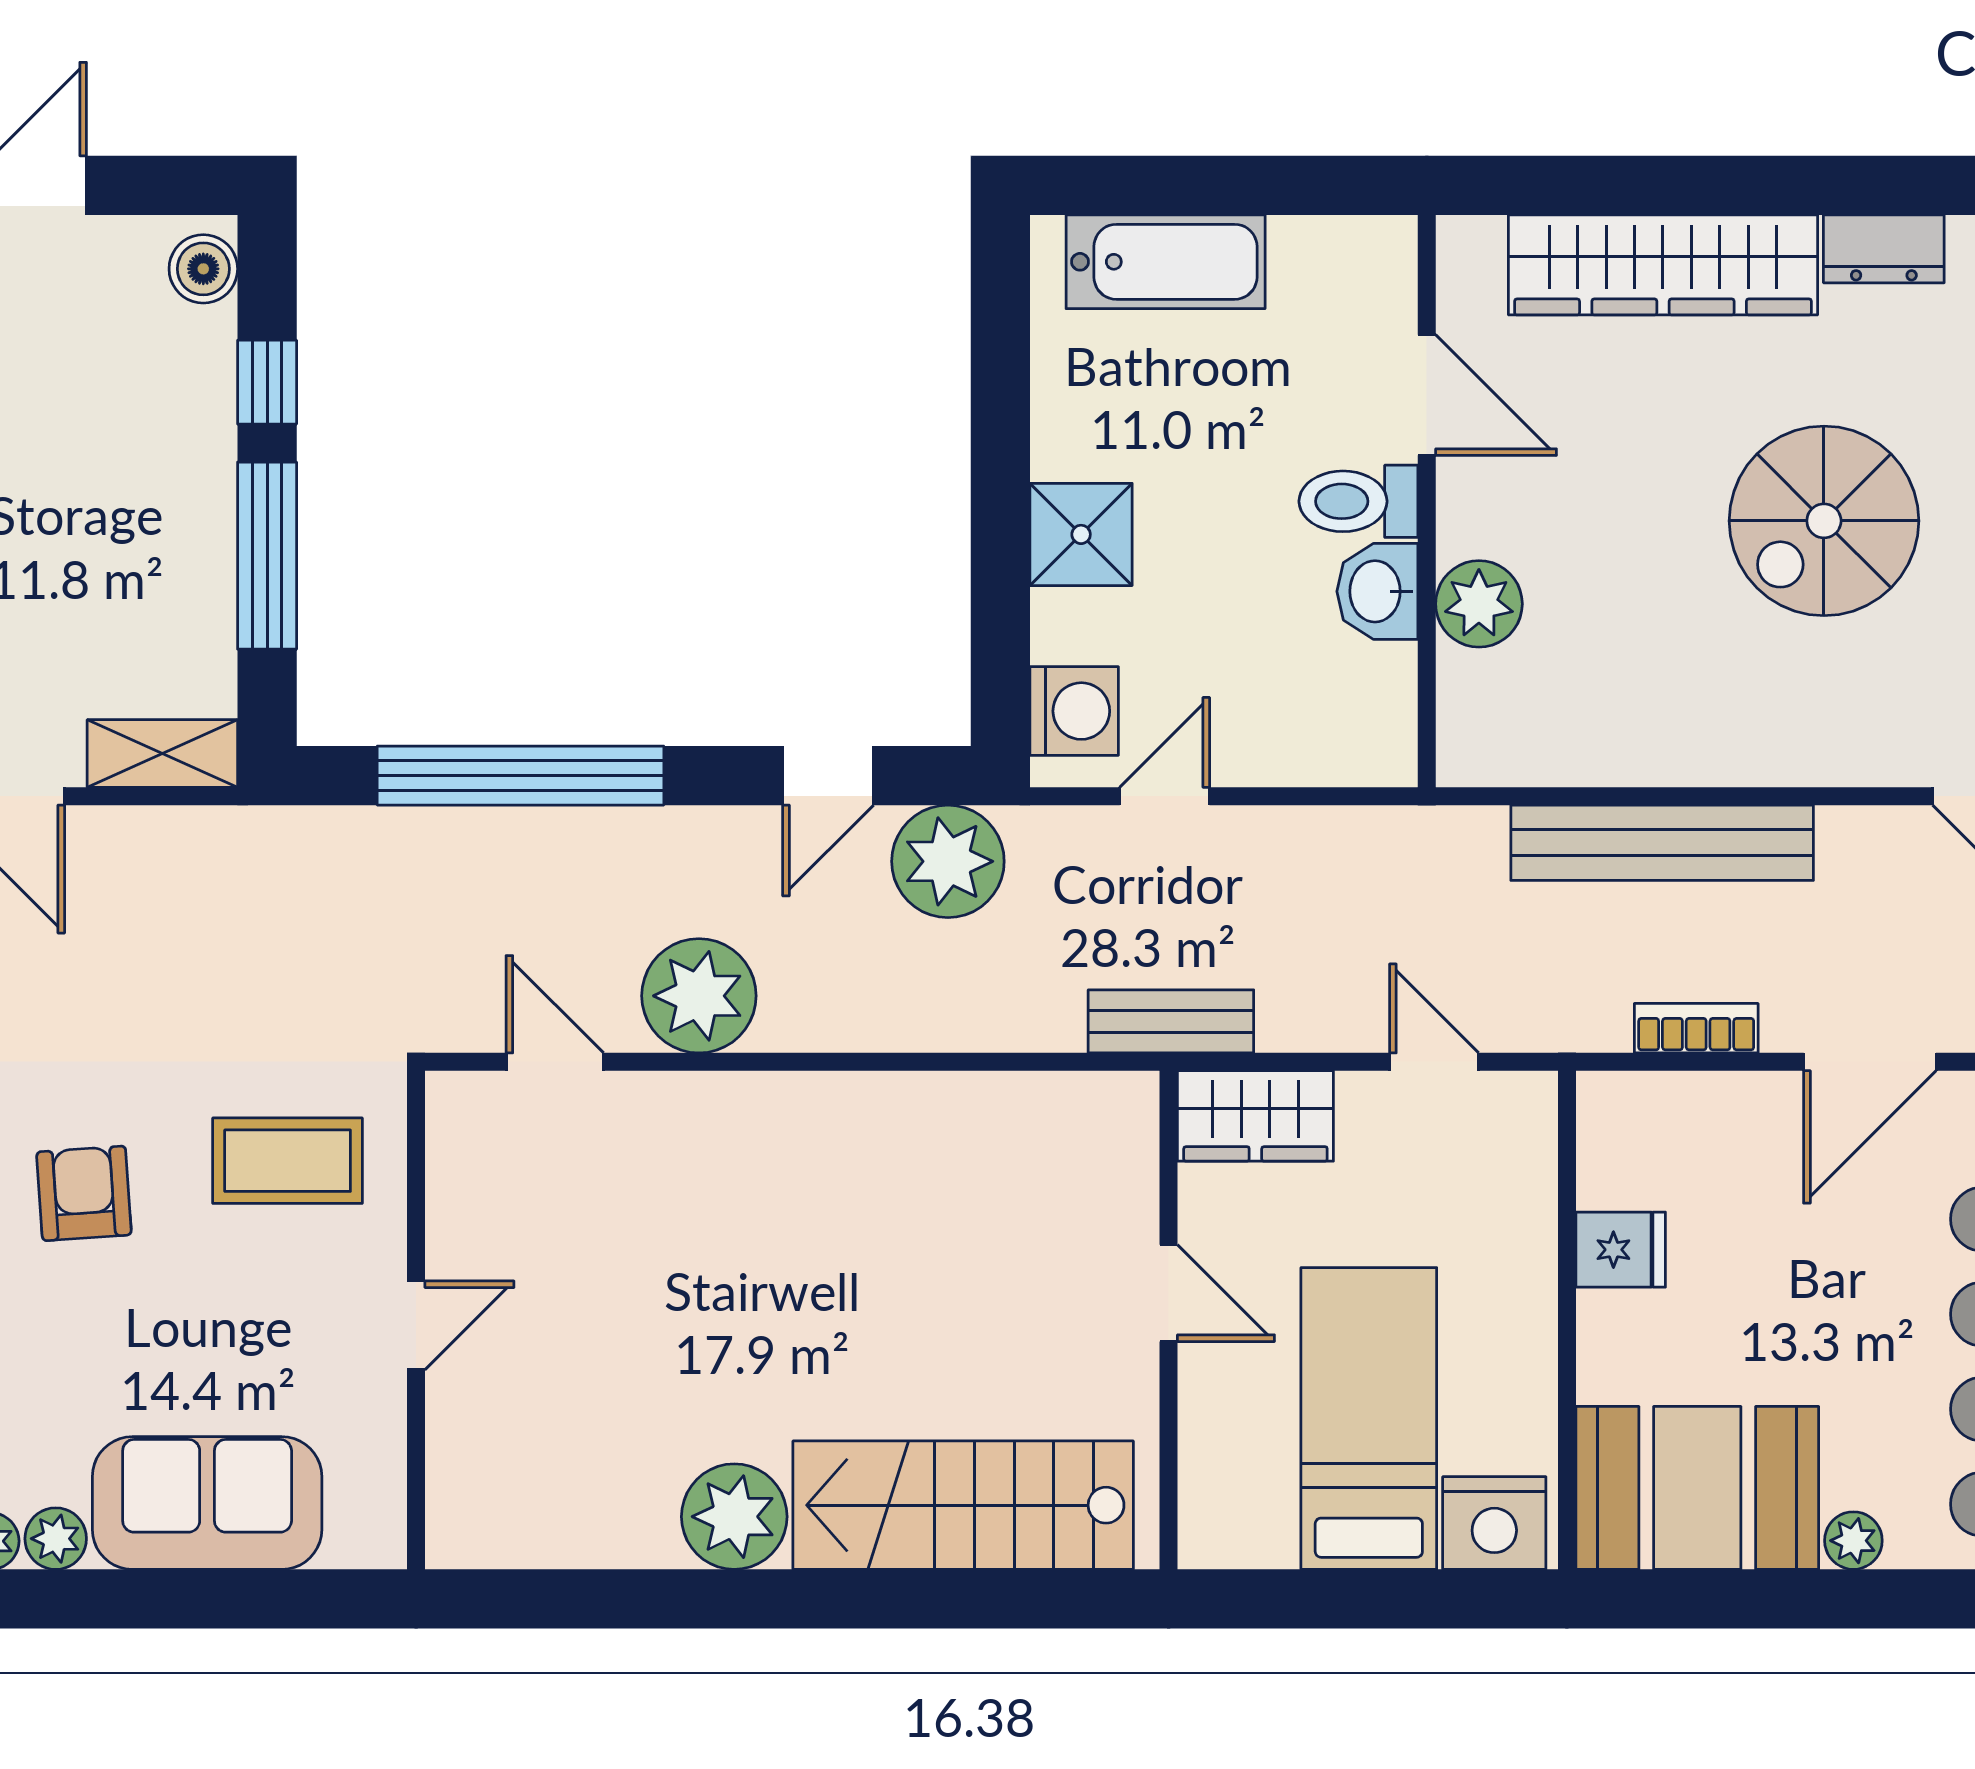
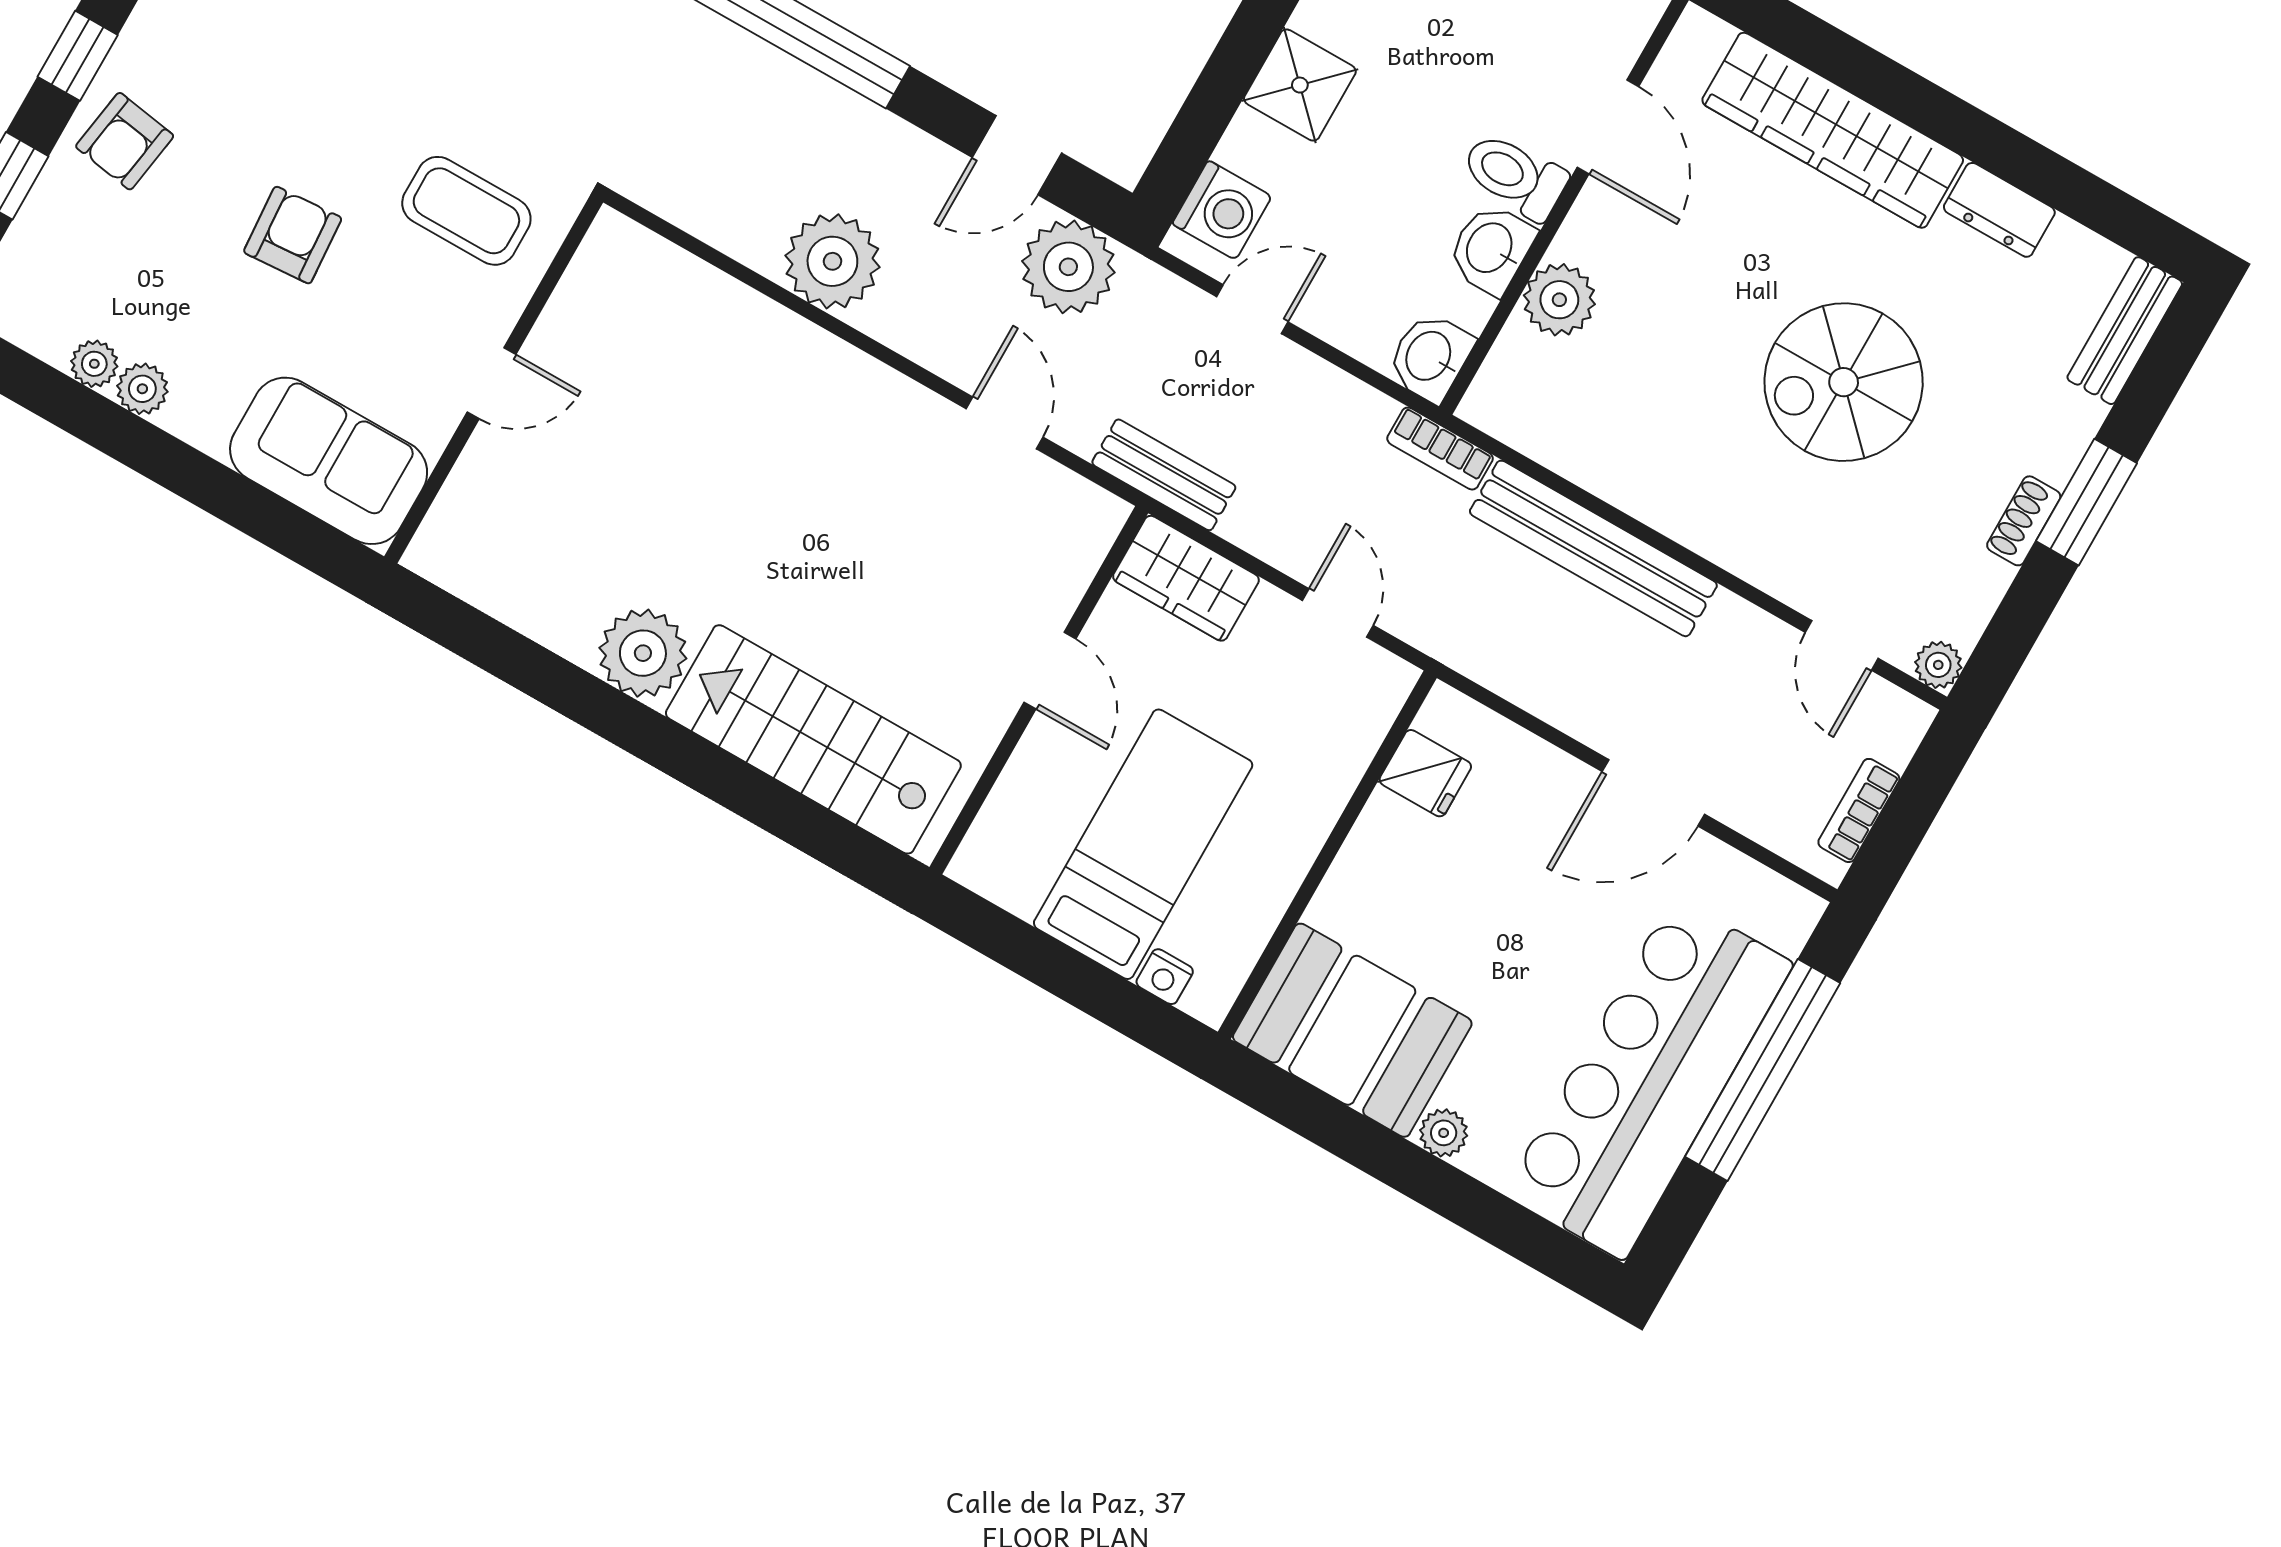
washbasin: (1378, 740) -> (1430, 357), added
bookcase: (1696, 1028) -> (1440, 449), moved, turned 180
door: (555, 1062) -> (1005, 423), moved
armchair: (84, 1193) -> (293, 235), moved
fridge: (1621, 1250) -> (1425, 773), moved
sofa: (207, 1503) -> (329, 461), moved
nightstand: (1494, 1523) -> (1165, 977), width x0.53, depth x0.56

